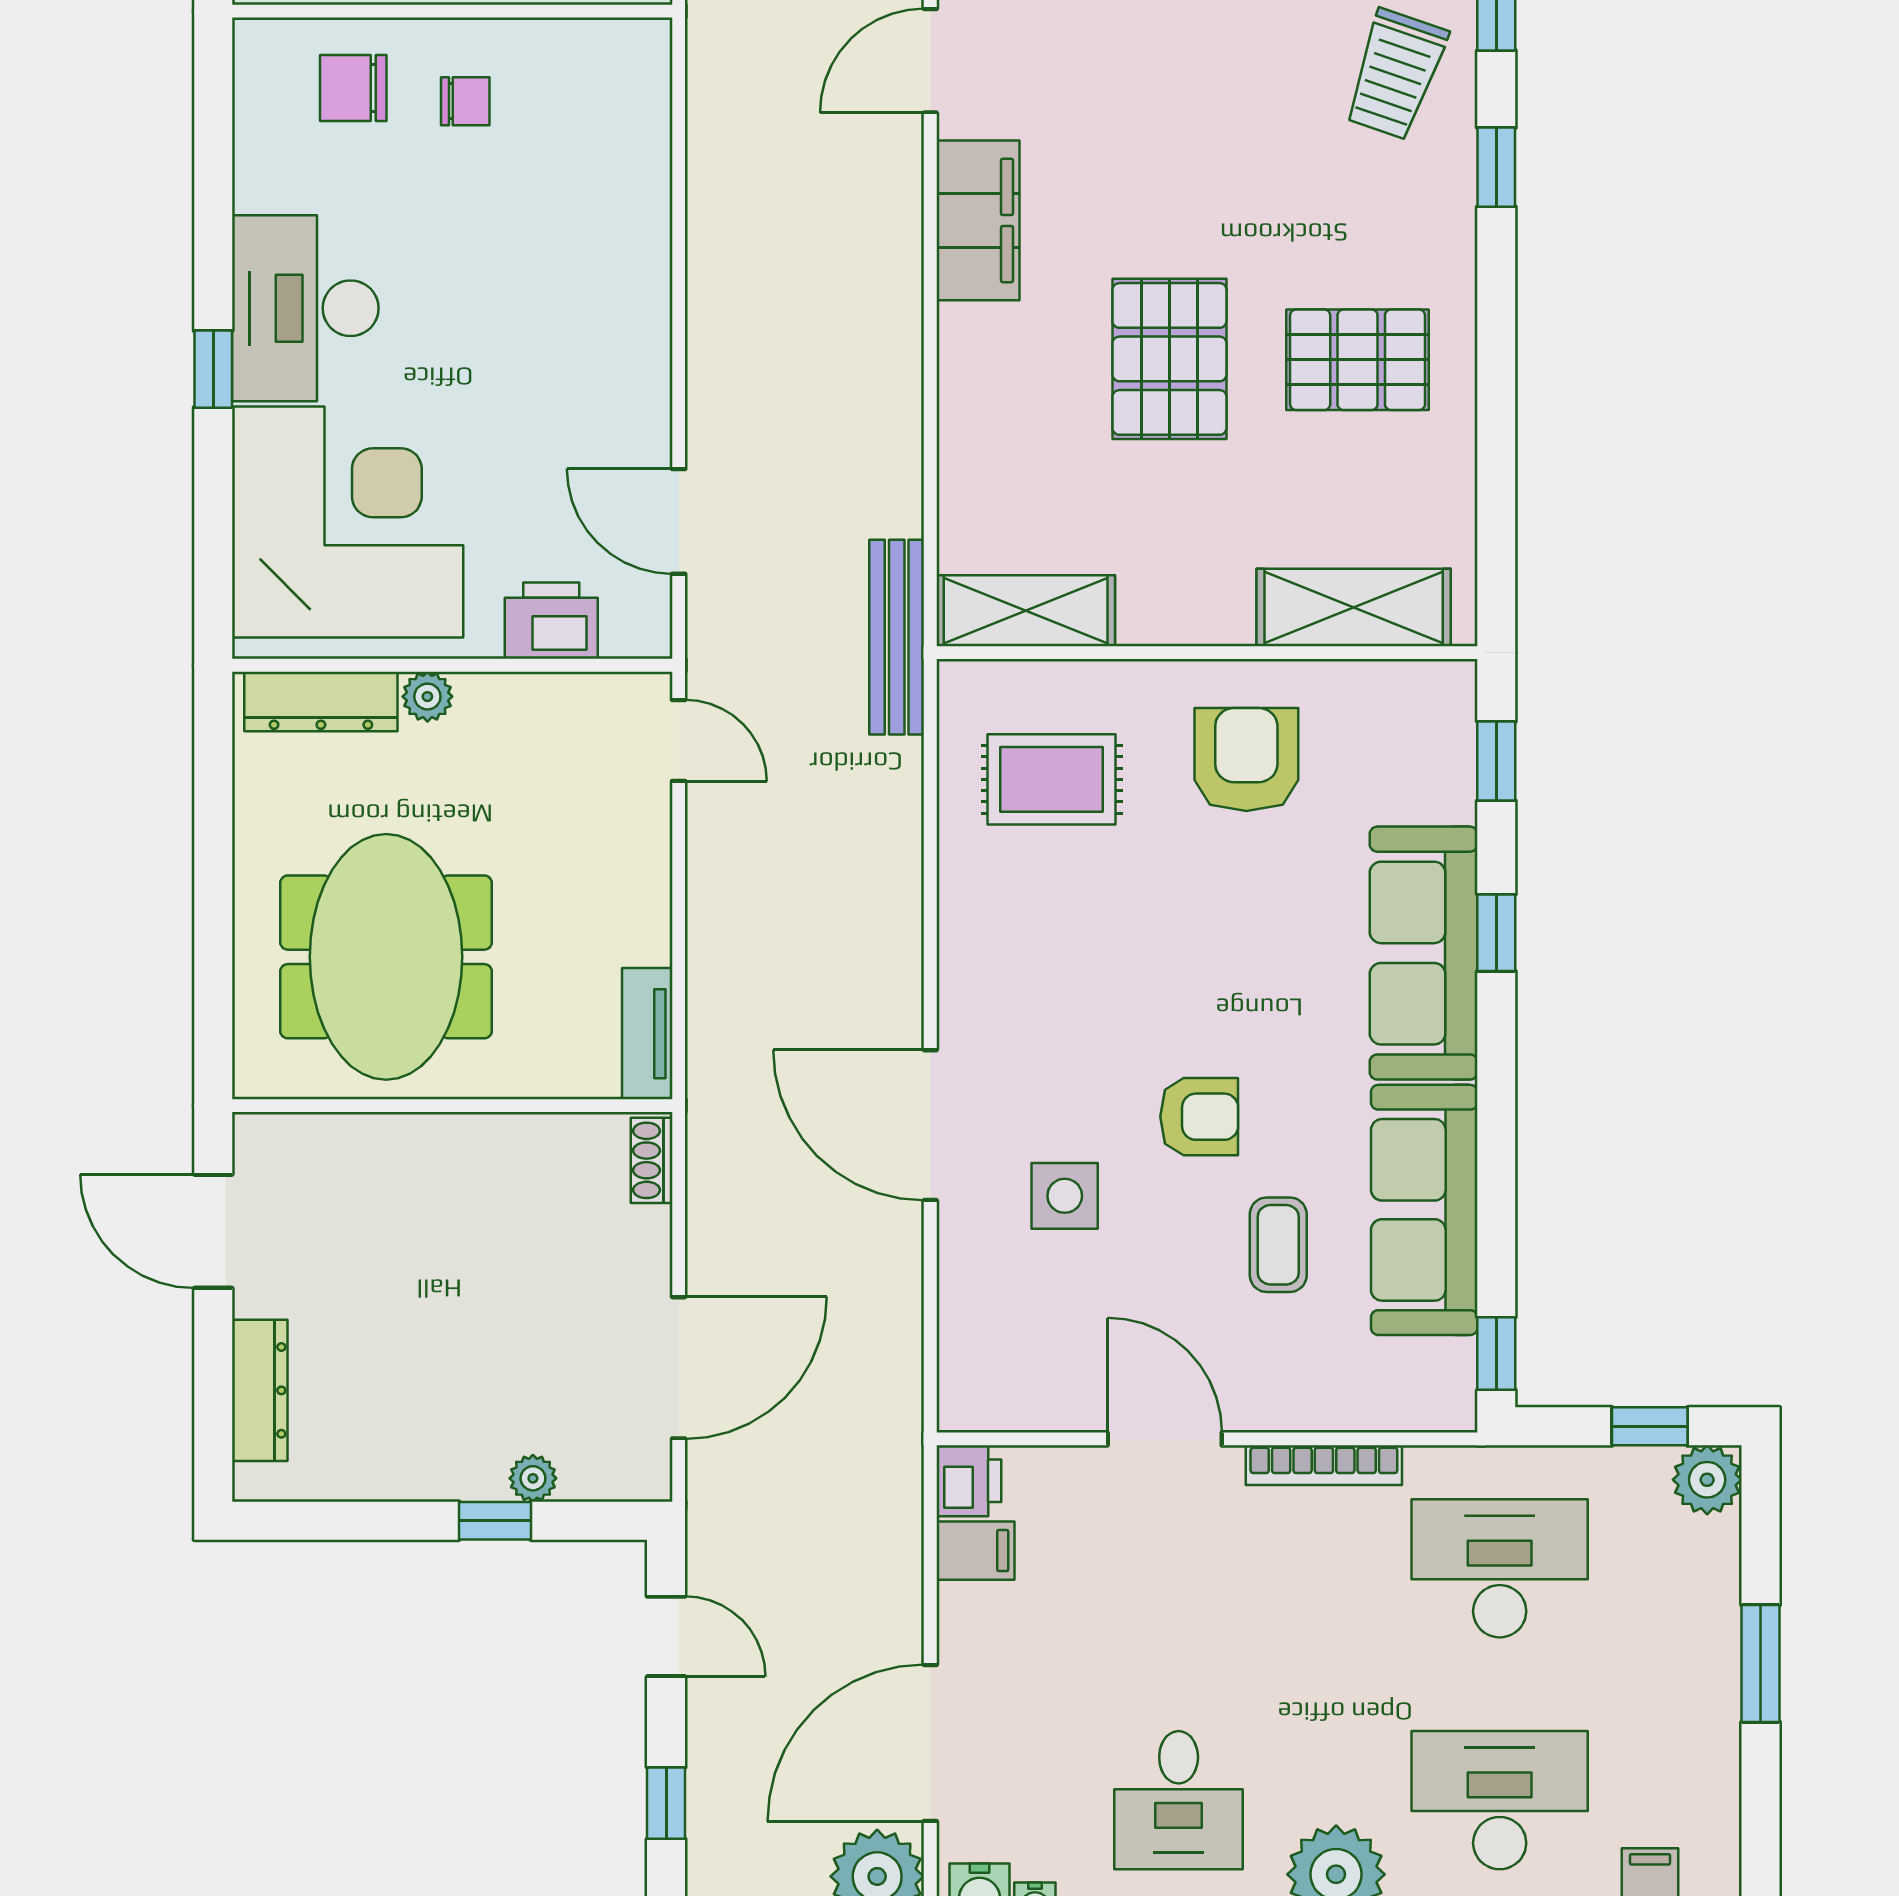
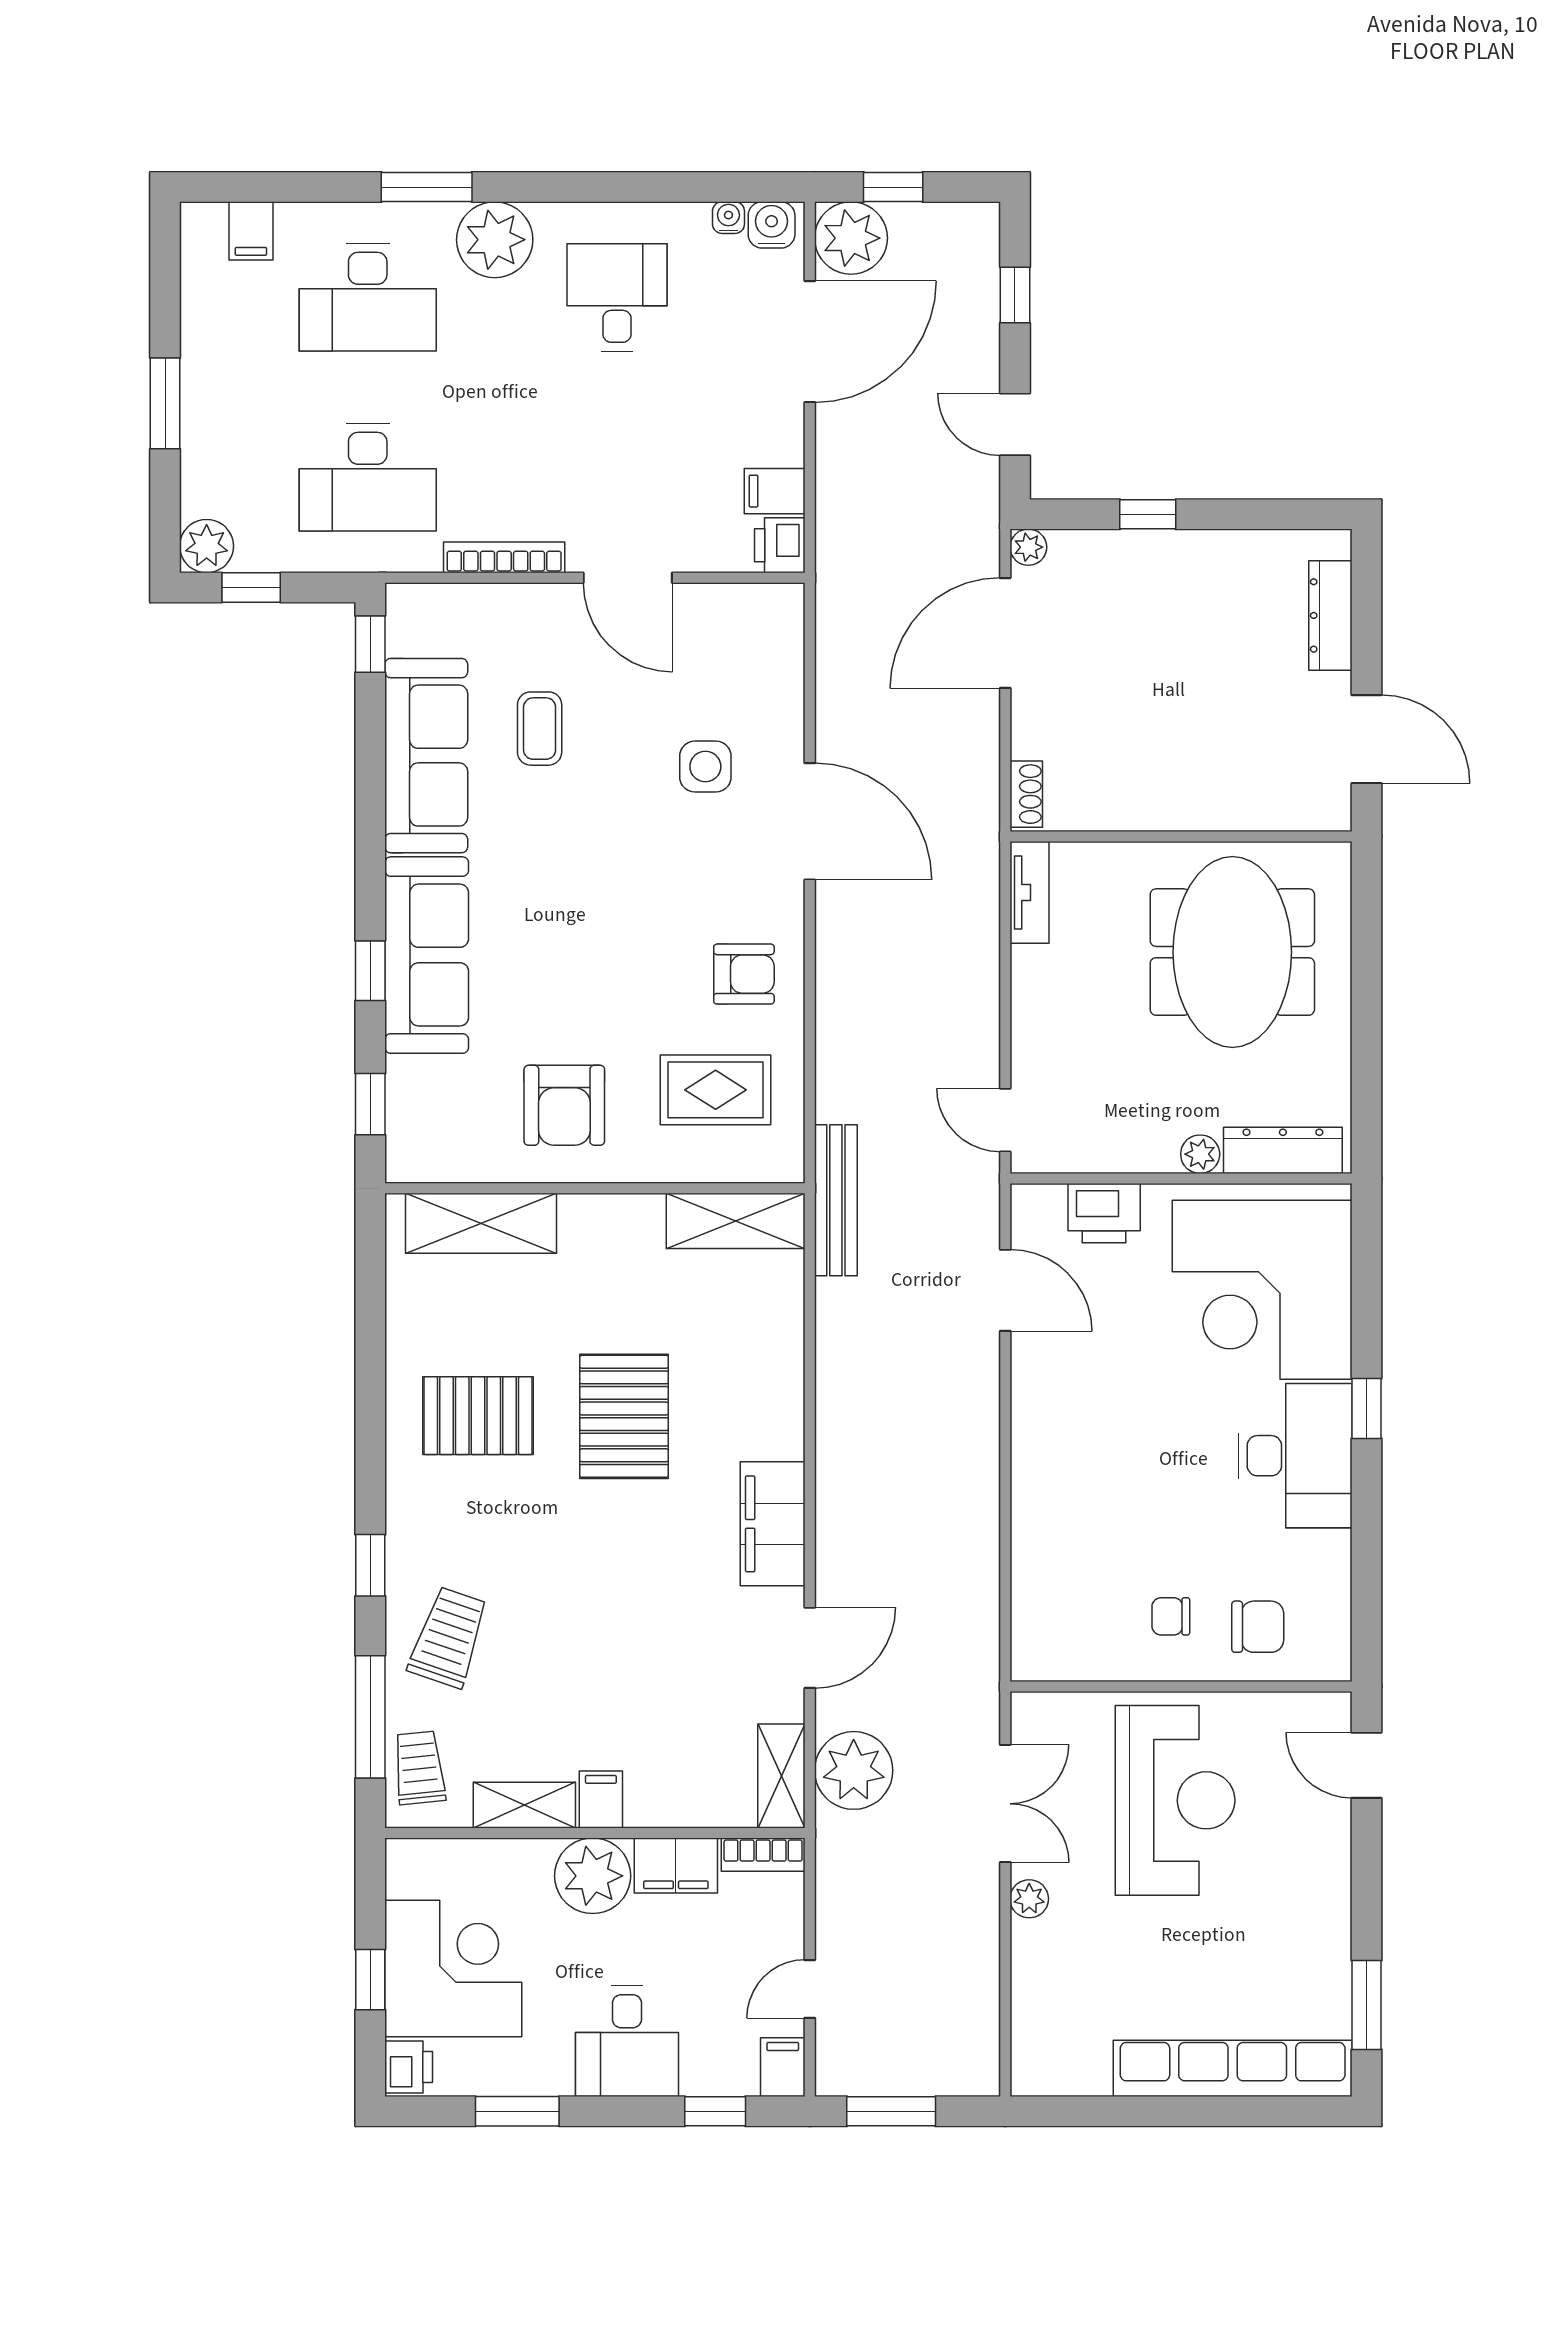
armchair: (1199, 1117) -> (744, 974), moved, turned 180
plant: (533, 1478) -> (1028, 547), moved

